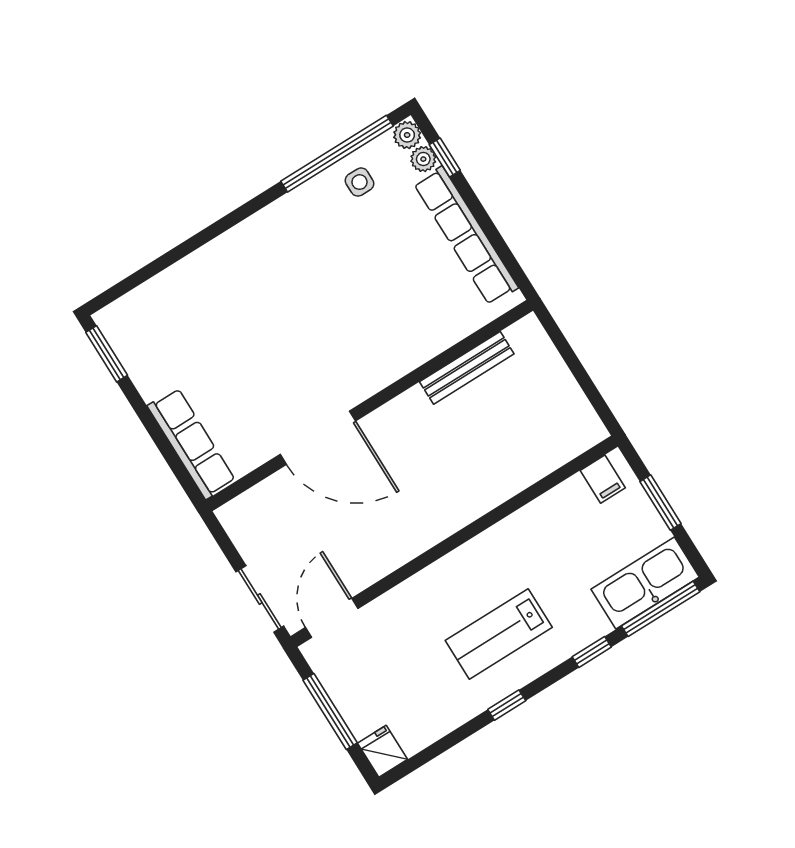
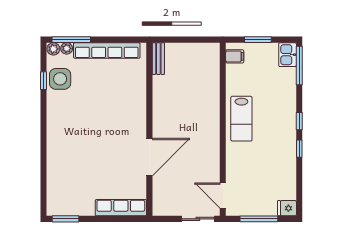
window: (337, 154) -> (44, 81), width x0.32
window: (445, 157) -> (71, 40), width x2.17
side table: (359, 182) -> (60, 79), width x1.87, depth x1.87
bench: (467, 368) -> (158, 59), moved, width x0.73
kitchen sink: (645, 583) -> (288, 55), width x0.53, depth x0.81
lab bench: (499, 634) -> (241, 119), moved
window: (592, 652) -> (299, 121), moved

